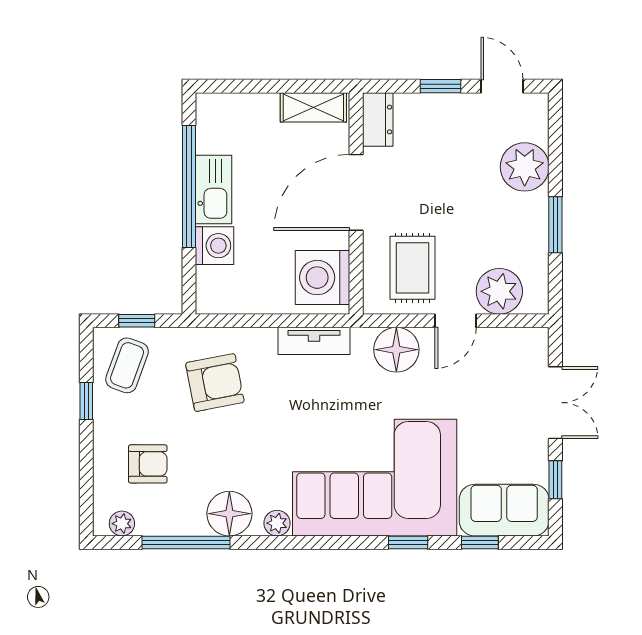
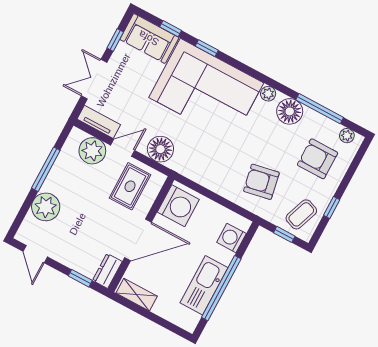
window: (441, 86) -> (80, 278), moved
kitchen sink: (214, 190) -> (204, 285), width x1.36, depth x1.24
window: (555, 225) -> (46, 169), width x1.44
washing machine: (215, 246) -> (231, 238), moved
tv unit: (314, 341) -> (99, 122), moved
armchair: (148, 464) -> (318, 159), width x1.38, depth x1.38

